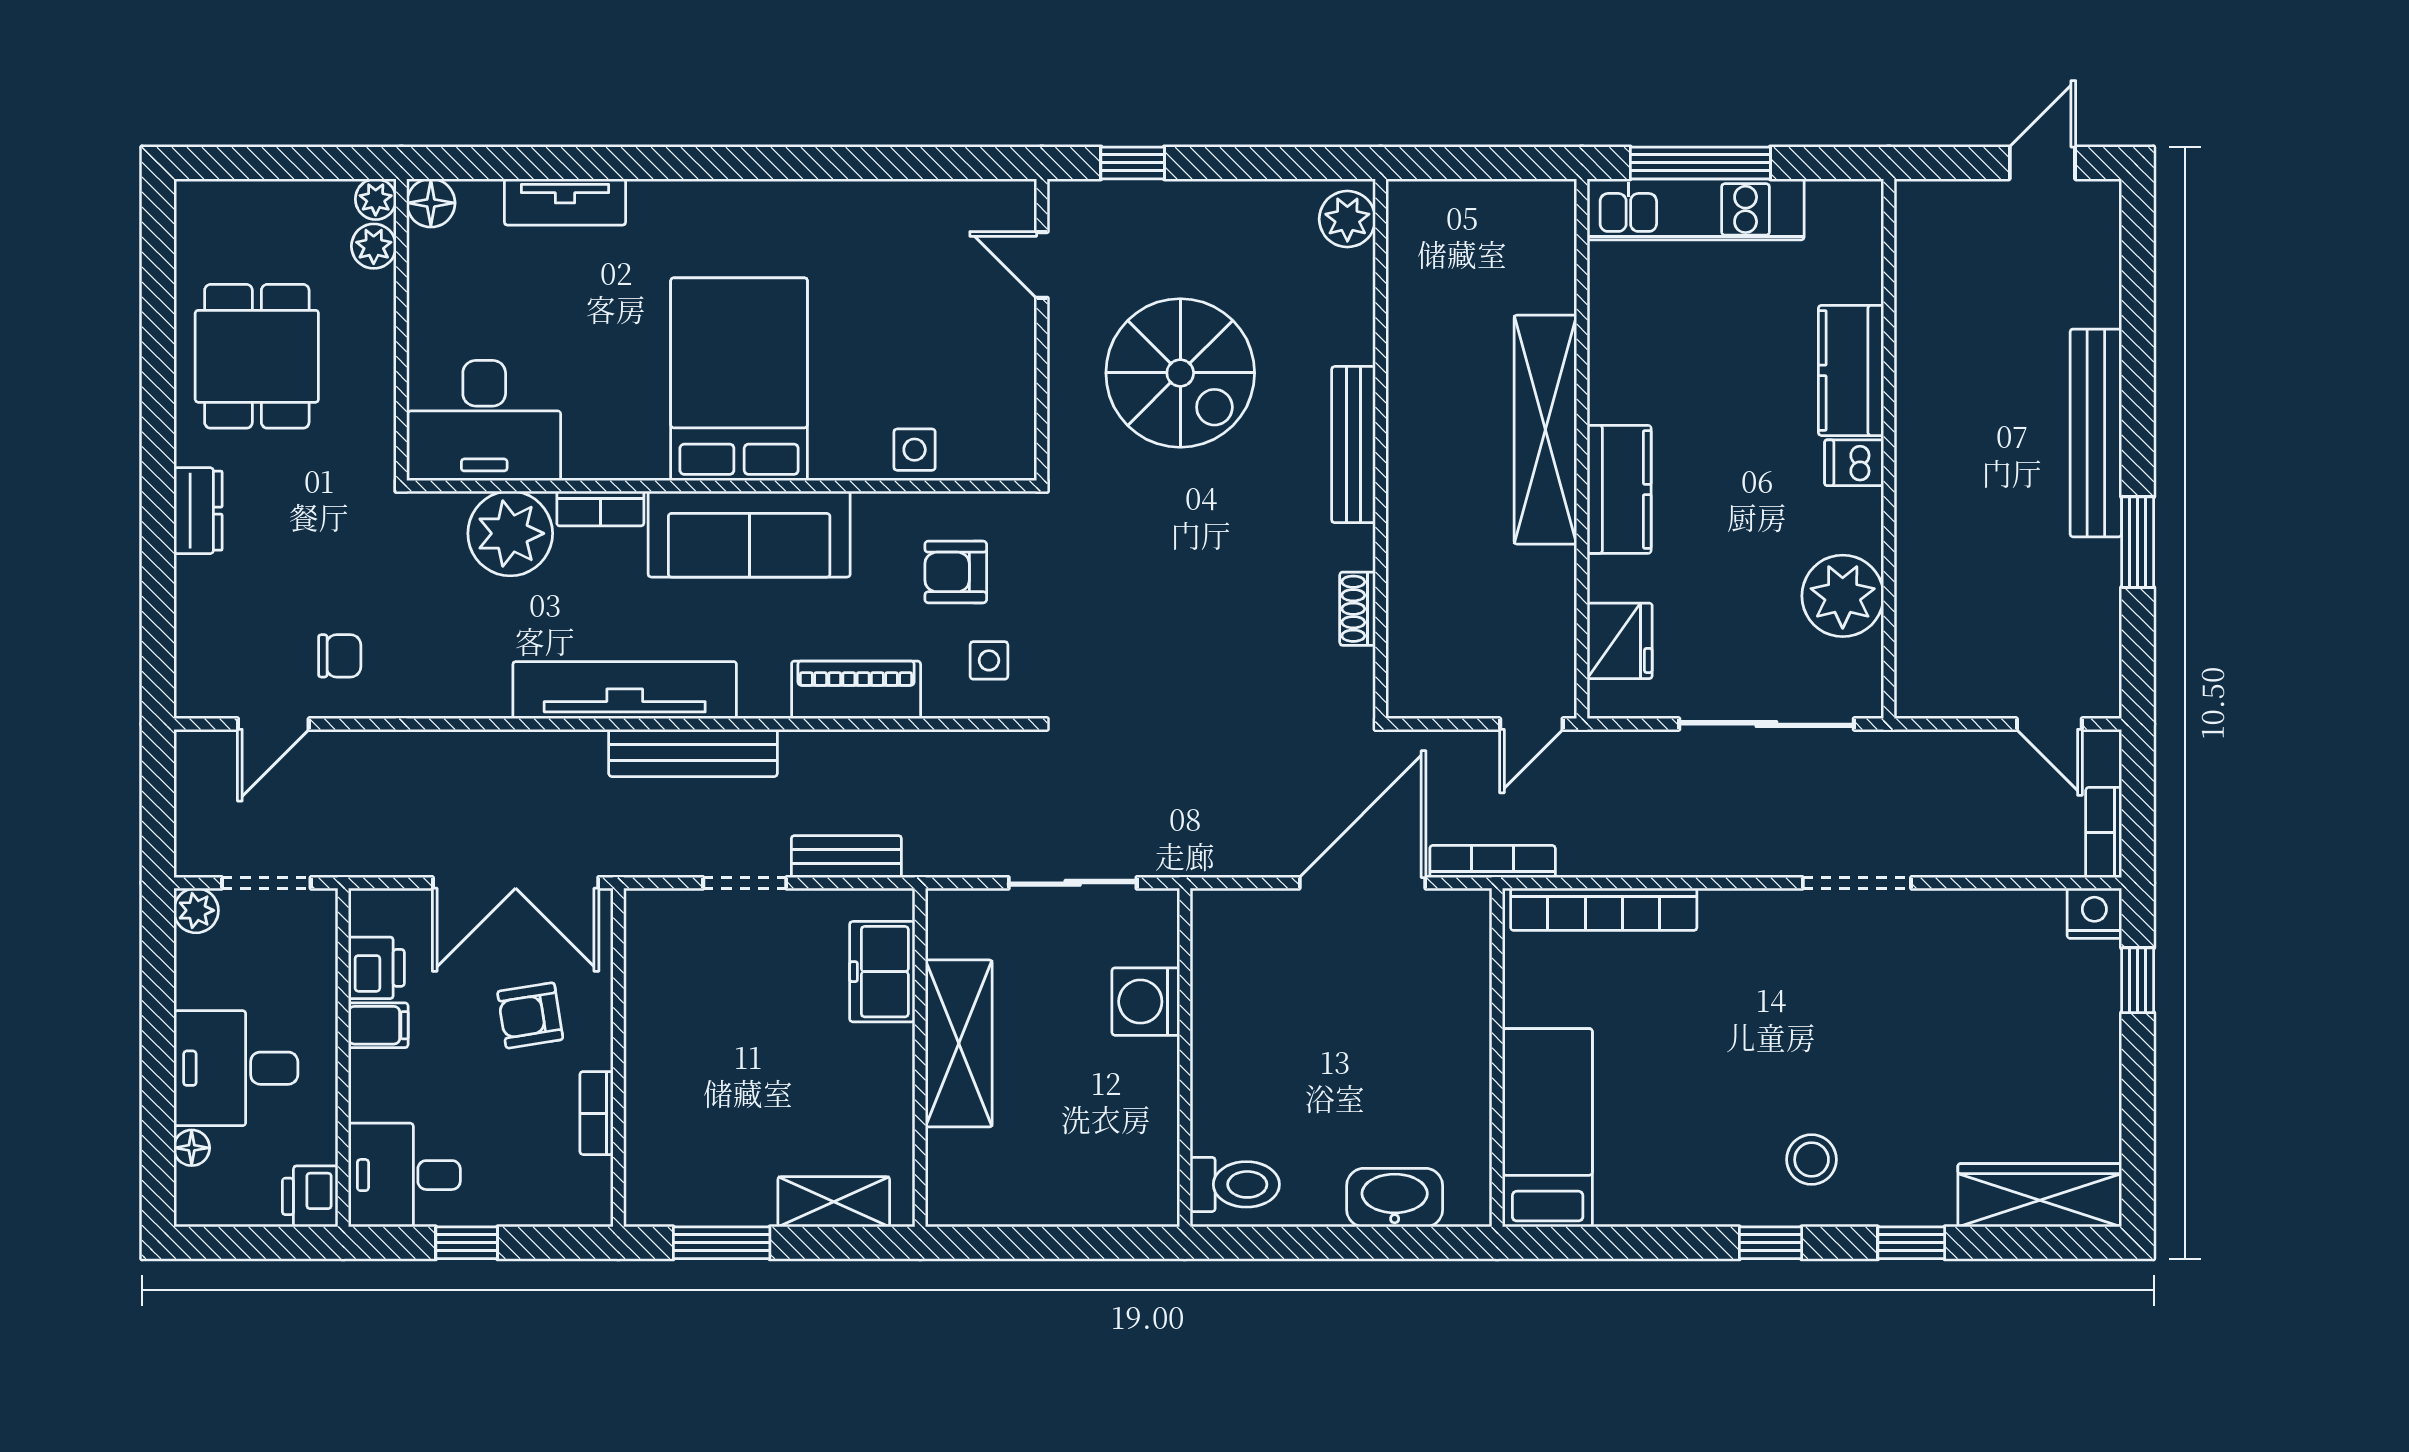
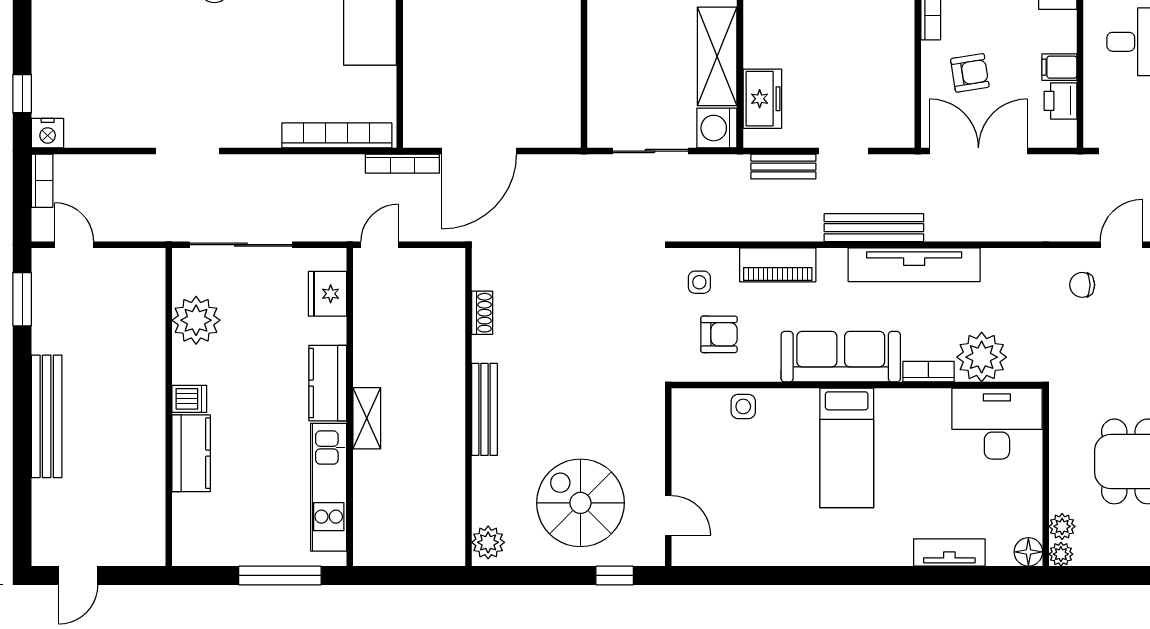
kitchen unit: (1696, 209) -> (329, 487), moved, turned -90
spiral stairs: (1180, 373) -> (580, 503), moved
bed: (739, 379) -> (847, 448), width x0.67
shelving: (1545, 430) -> (367, 418), width x0.45, depth x0.75
window: (2138, 542) -> (22, 299), moved
washing machine: (1146, 1002) -> (717, 128), moved, turned 180

